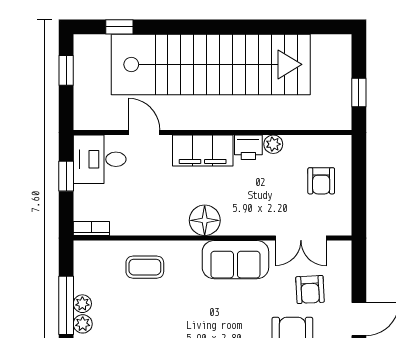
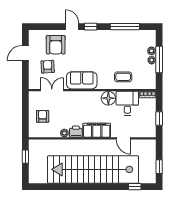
desk: (100, 159) -> (127, 103), moved, turned -90
floor lamp: (205, 220) -> (108, 98), moved

